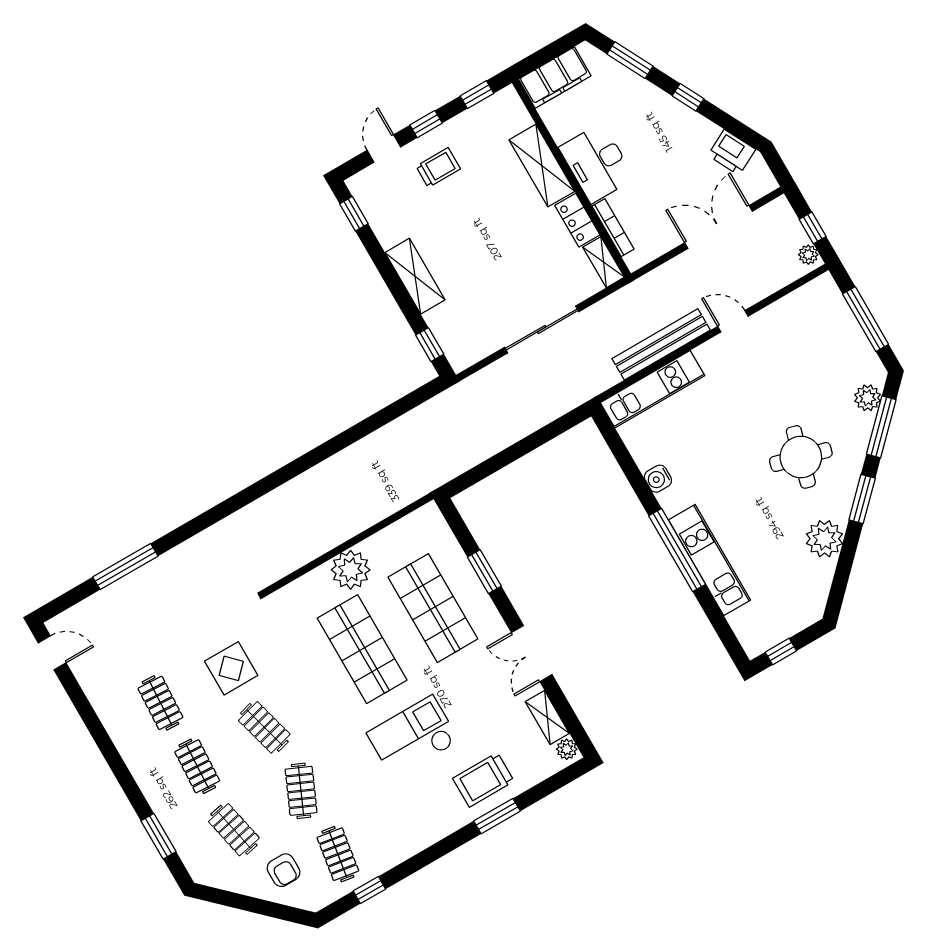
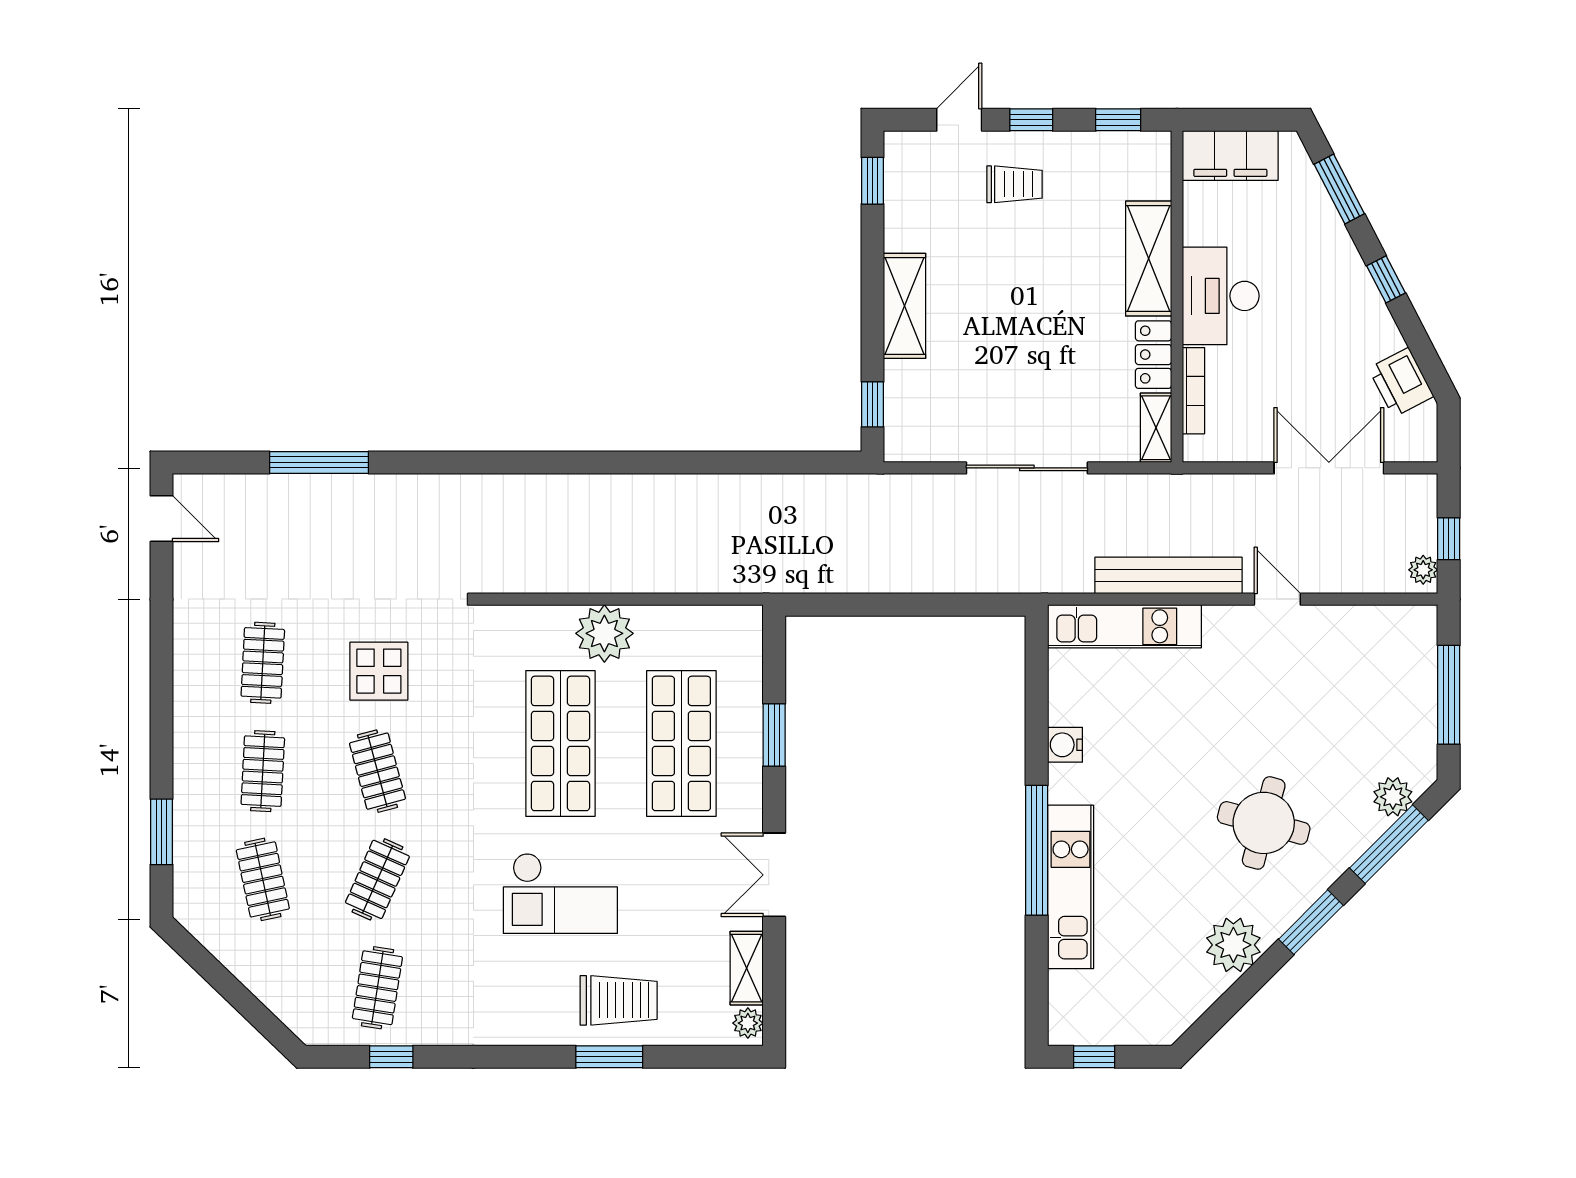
checkout: (413, 737) -> (560, 893), turned 180
trolley: (483, 780) -> (619, 1000), turned 180
armchair: (284, 870) -> (296, 968), removed

